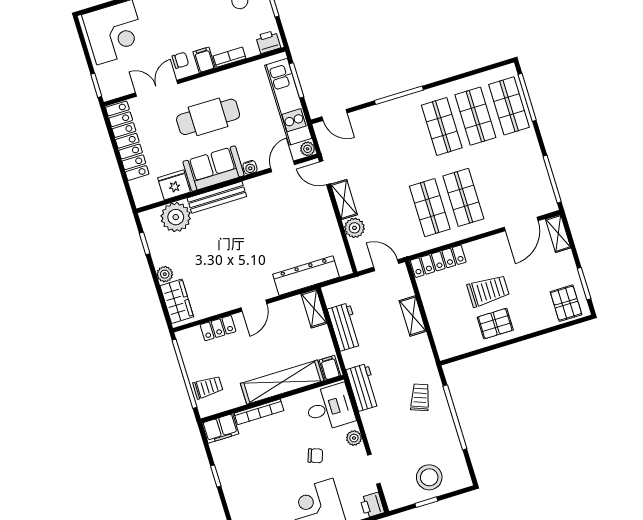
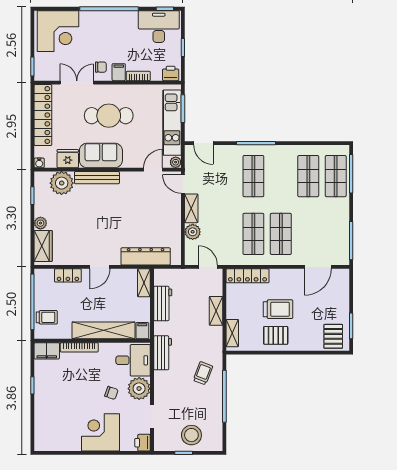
shop shelf: (442, 126) -> (253, 176), moved
water cooler: (250, 167) -> (39, 163), moved
shelving: (558, 233) -> (232, 333), moved
plant: (354, 438) -> (139, 389), width x1.88, depth x1.88

